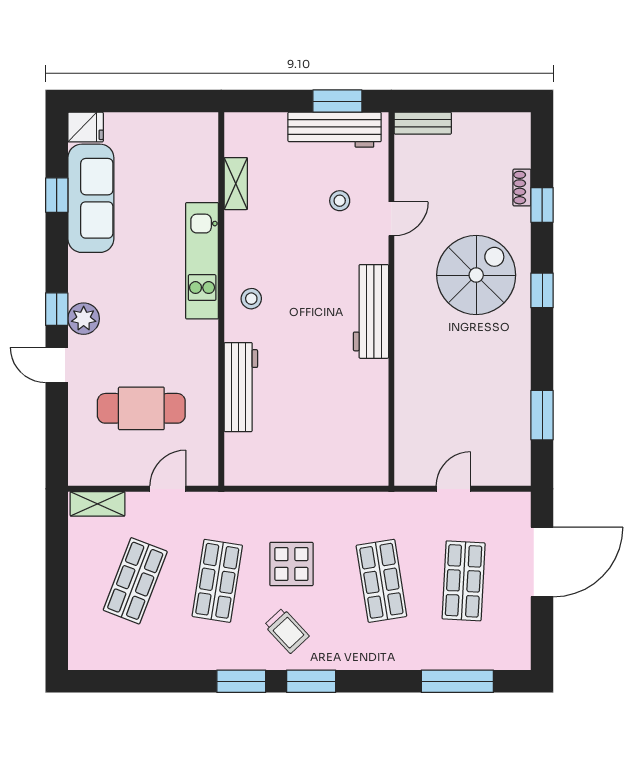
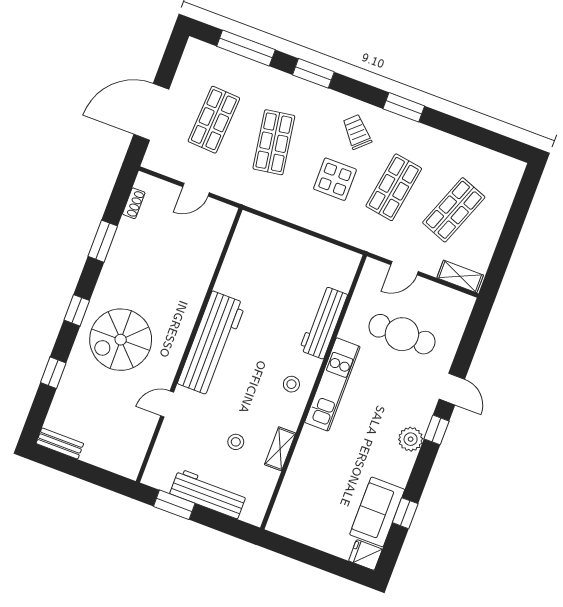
bench: (423, 123) -> (60, 443), moved
workbench: (335, 130) -> (208, 494), moved
shelving: (236, 184) -> (280, 449), moved
shoe rack: (522, 188) -> (134, 203), moved
sofa: (91, 198) -> (377, 512), width x0.73
stool: (340, 201) -> (236, 442), moved
kitchen unit: (202, 261) -> (332, 384), moved
workbench: (371, 311) -> (212, 343), width x1.36, depth x1.32
plant: (84, 319) -> (411, 439), moved
window: (542, 415) -> (103, 241), moved
window: (311, 681) -> (313, 73), moved

